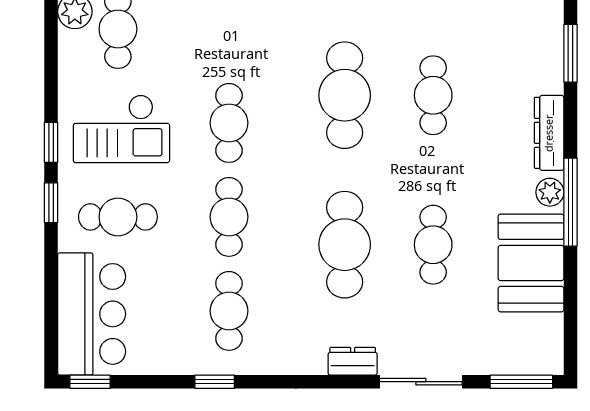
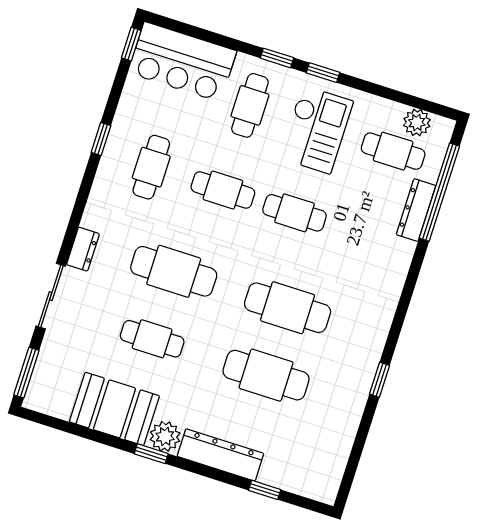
window: (570, 53) -> (265, 490), width x0.67
cafe table: (433, 95) -> (266, 375), width x1.37, depth x1.35
checkout: (121, 129) -> (316, 130), turned 180
dresser: (549, 133) -> (220, 455), width x1.37, depth x1.24
plant: (550, 192) -> (165, 436), width x1.38, depth x1.38
window: (570, 202) -> (151, 454), width x0.46
cafe table: (229, 311) -> (151, 167), turned 90

